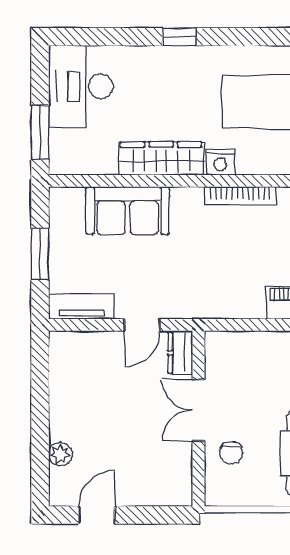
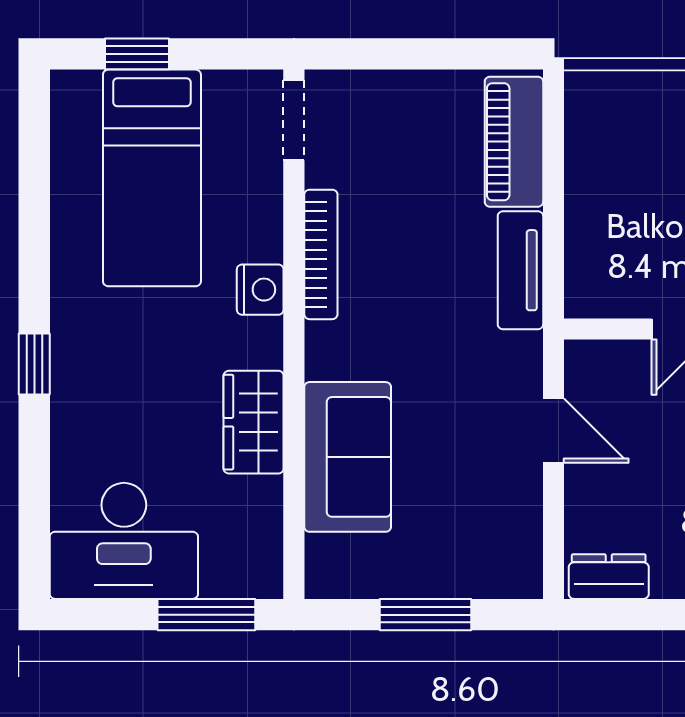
wardrobe: (161, 158) -> (254, 422), width x0.67
tv unit: (82, 307) -> (520, 270), moved
dresser: (180, 353) -> (609, 577), moved, turned 180

